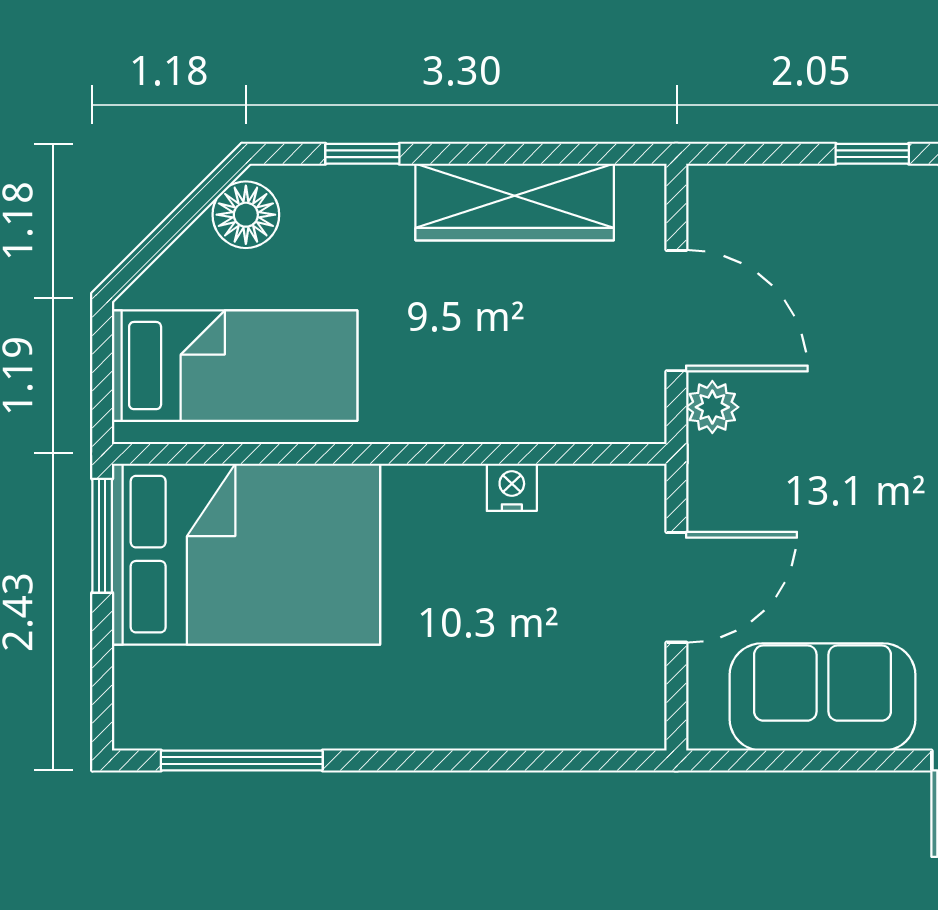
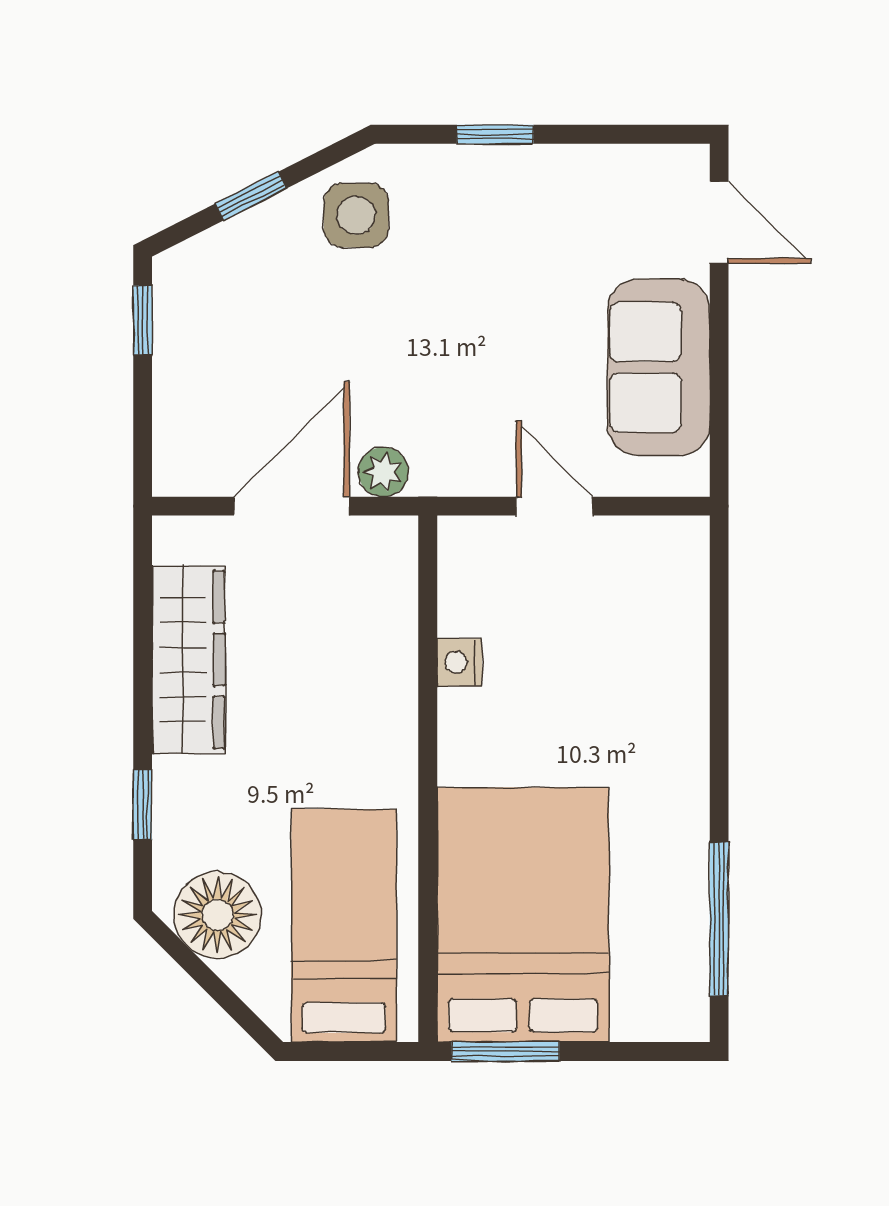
floor lamp: (246, 215) -> (217, 915), width x1.38, depth x1.38
door: (676, 587) -> (555, 506), width x0.73

